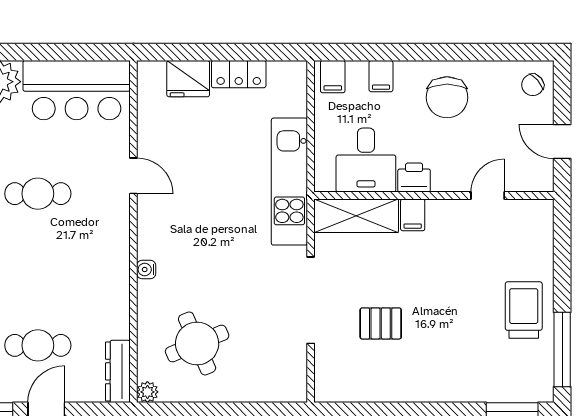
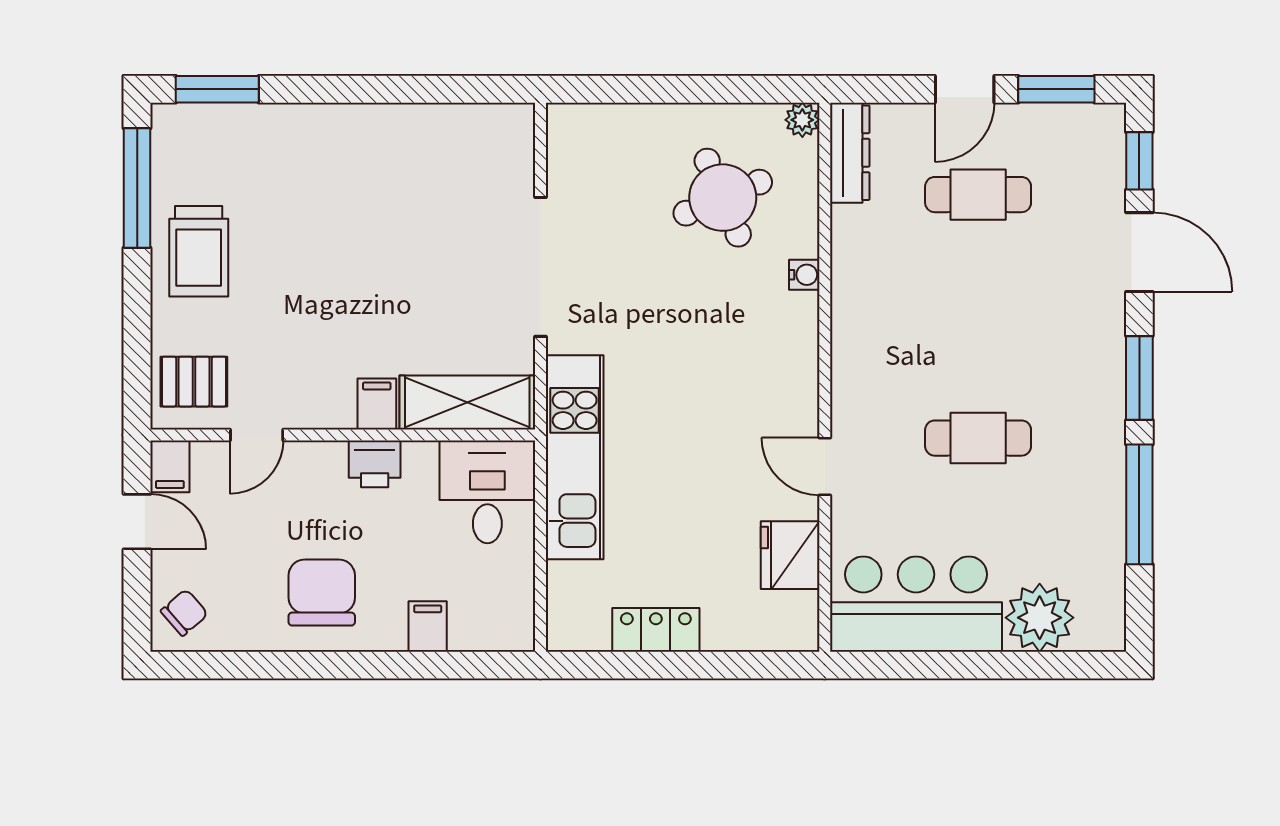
filing cabinet: (333, 77) -> (170, 466), moved, turned 180
fridge: (188, 79) -> (790, 555), moved, turned -90
desk: (366, 160) -> (487, 492), moved
water cooler: (146, 270) -> (804, 275), moved
pallet: (381, 323) -> (194, 382), moved

